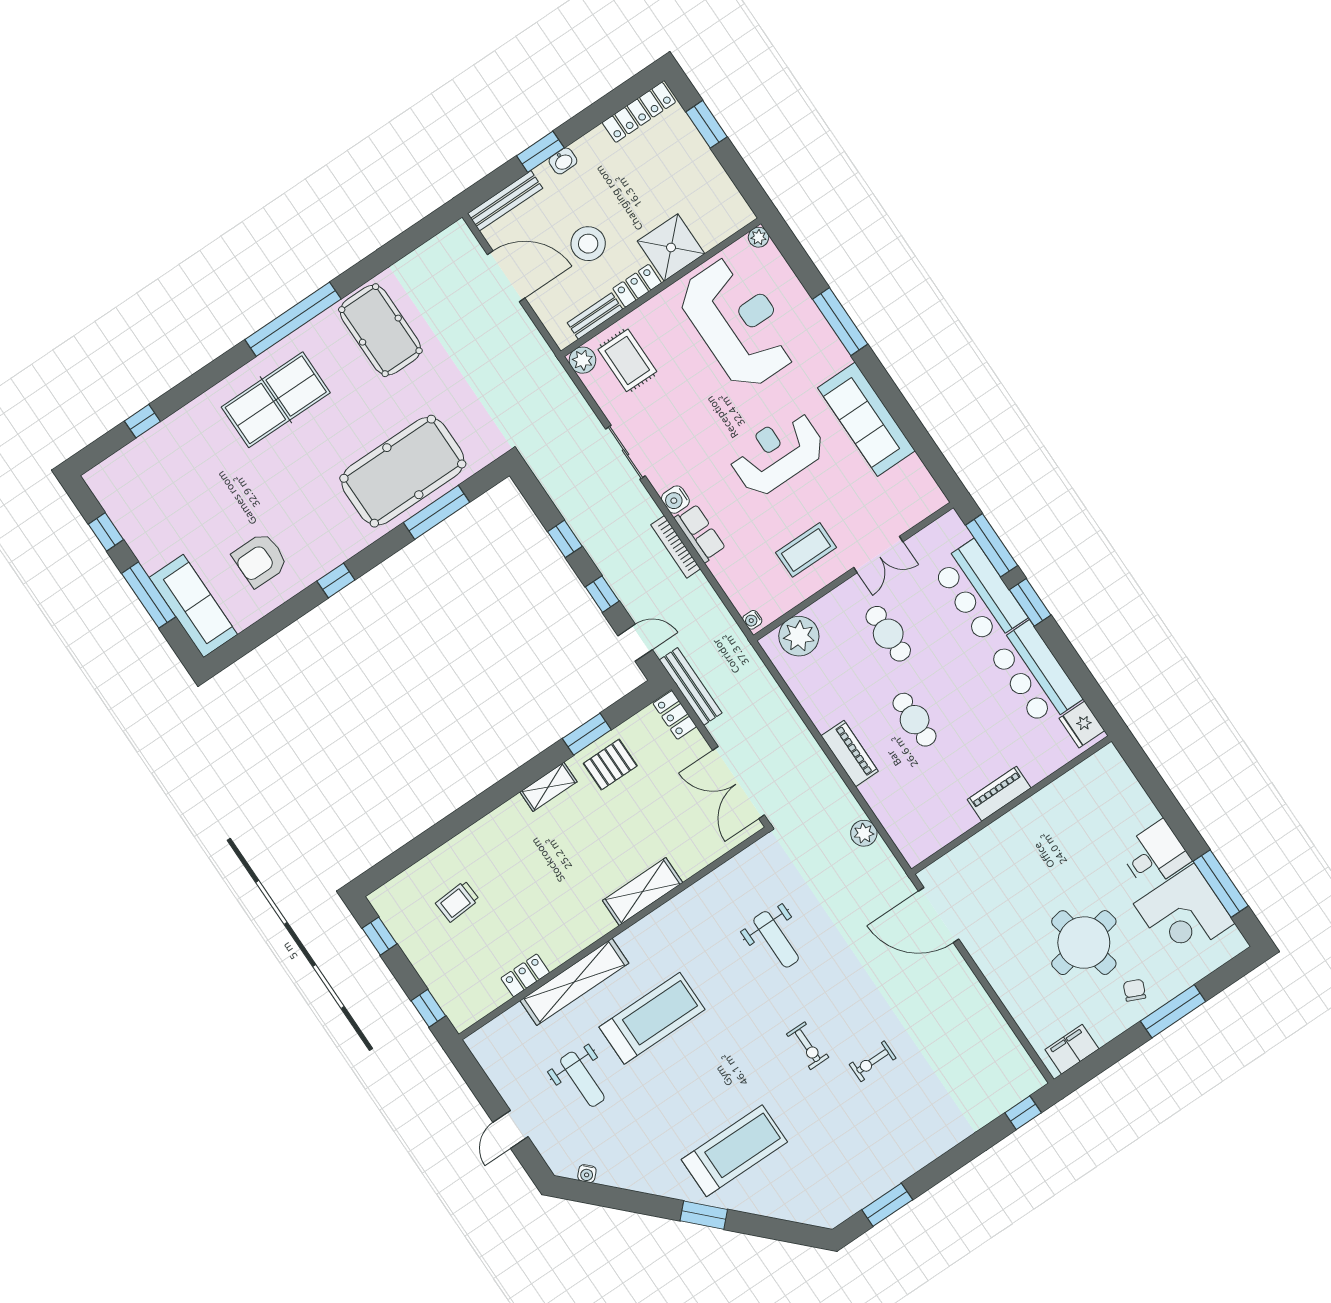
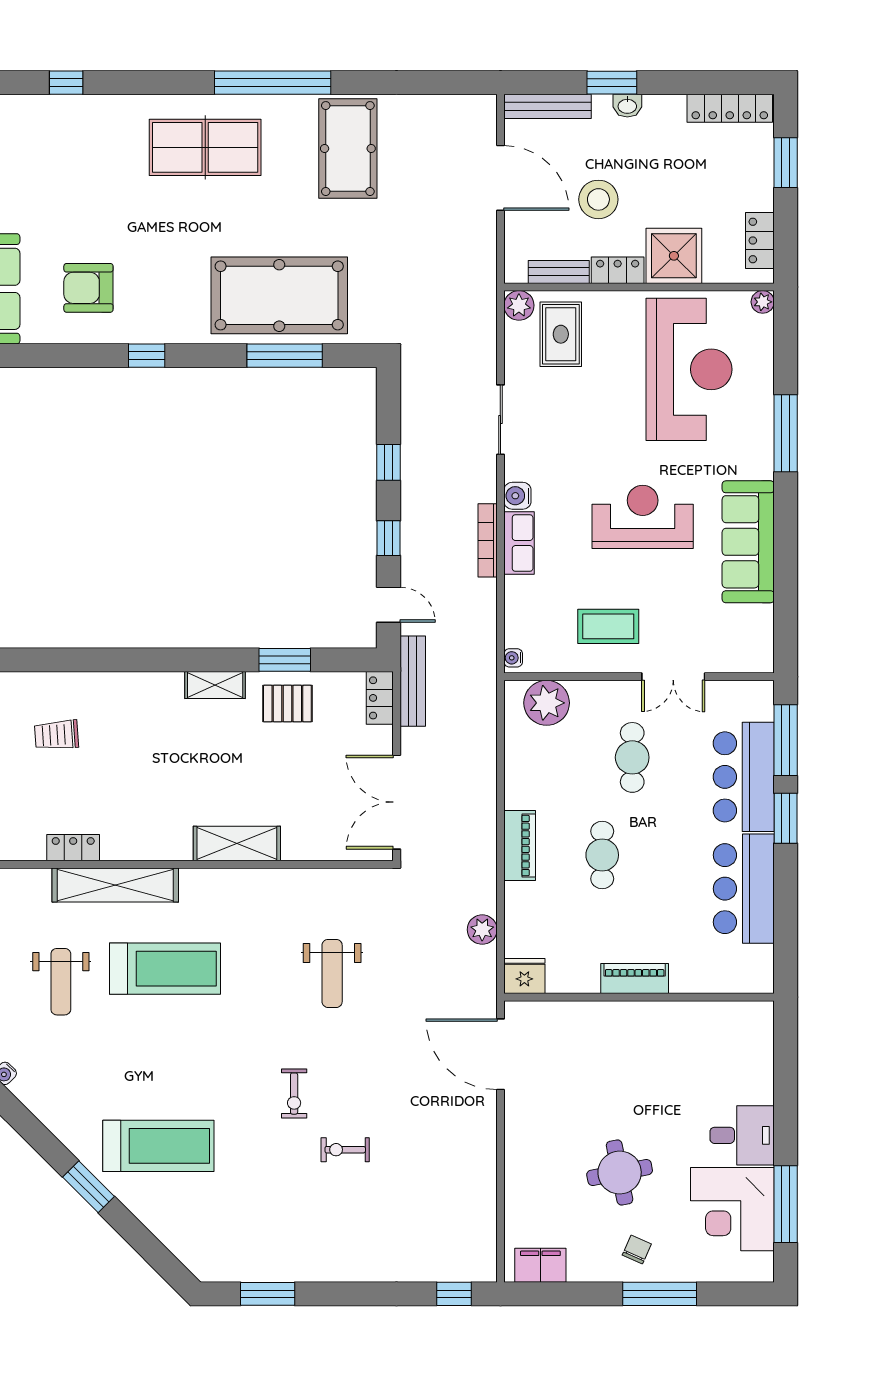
locker: (726, 194) -> (760, 240), added
fridge: (1082, 724) -> (524, 976), moved, turned 90
round table: (1084, 943) -> (620, 1173), width x0.73, depth x0.73

